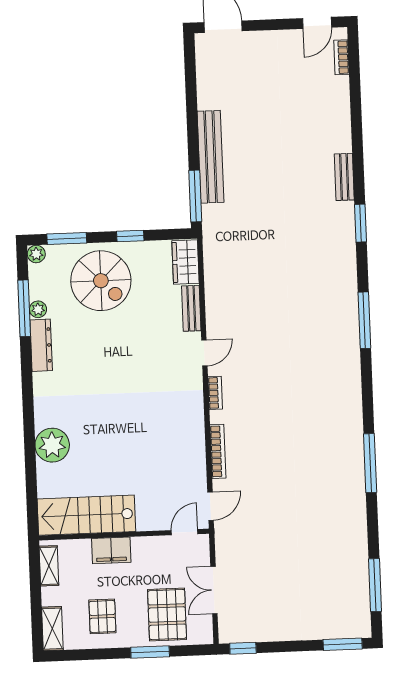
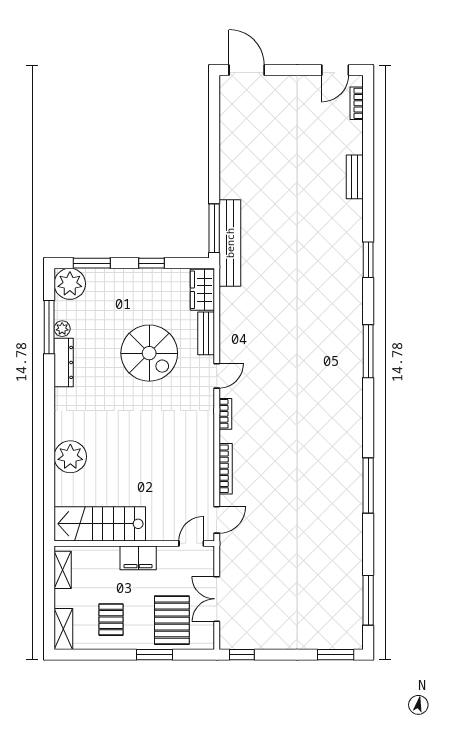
bench: (211, 157) -> (230, 243), moved
bench: (344, 177) -> (355, 177), moved
plant: (36, 254) -> (70, 284), width x1.88, depth x1.88
spiral stairs: (101, 281) -> (149, 353), moved
filing cabinet: (111, 550) -> (138, 558), moved

